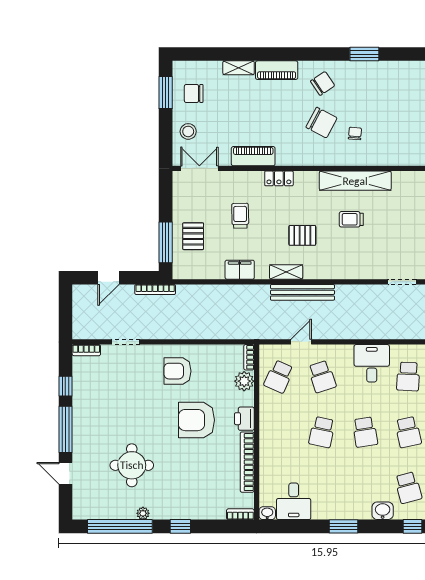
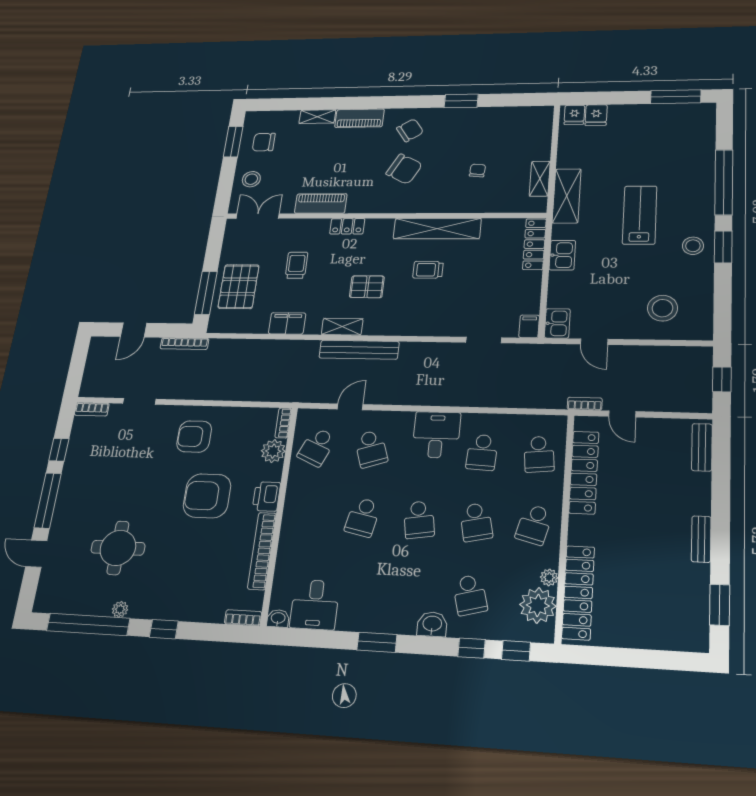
chair: (355, 133) -> (477, 170), moved
pallet: (193, 236) -> (239, 287), width x1.50, depth x1.42

